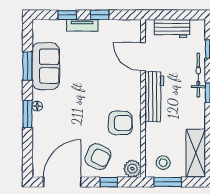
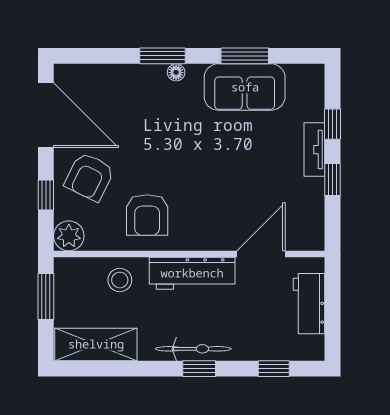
bicycle: (198, 75) -> (193, 349), moved
stool: (163, 163) -> (120, 280), moved

